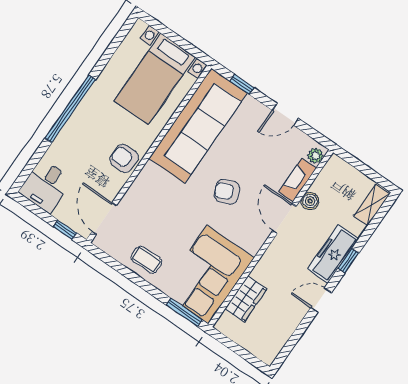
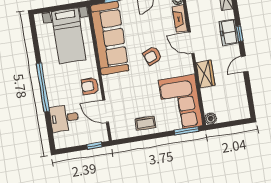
desk: (46, 186) -> (64, 118), moved, turned 90
boiler: (310, 201) -> (211, 119), moved
door: (104, 218) -> (106, 111), moved
freezer: (333, 254) -> (229, 32), width x0.71
wardrobe: (246, 299) -> (205, 74), moved

